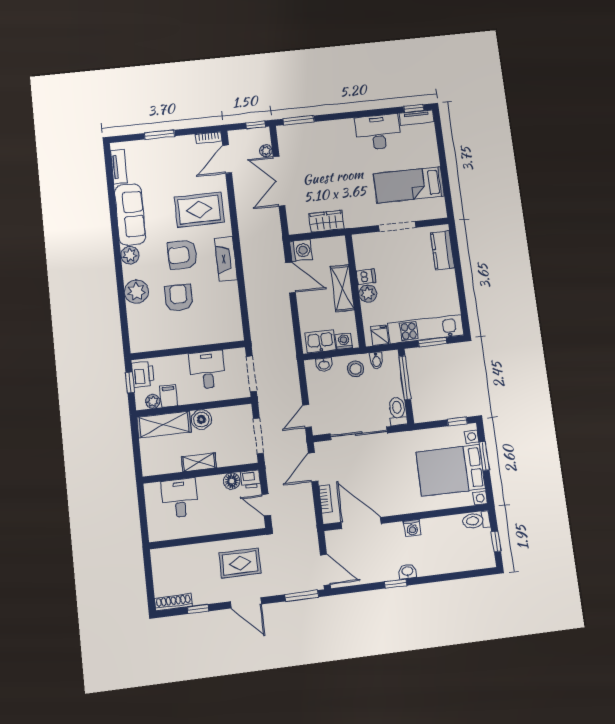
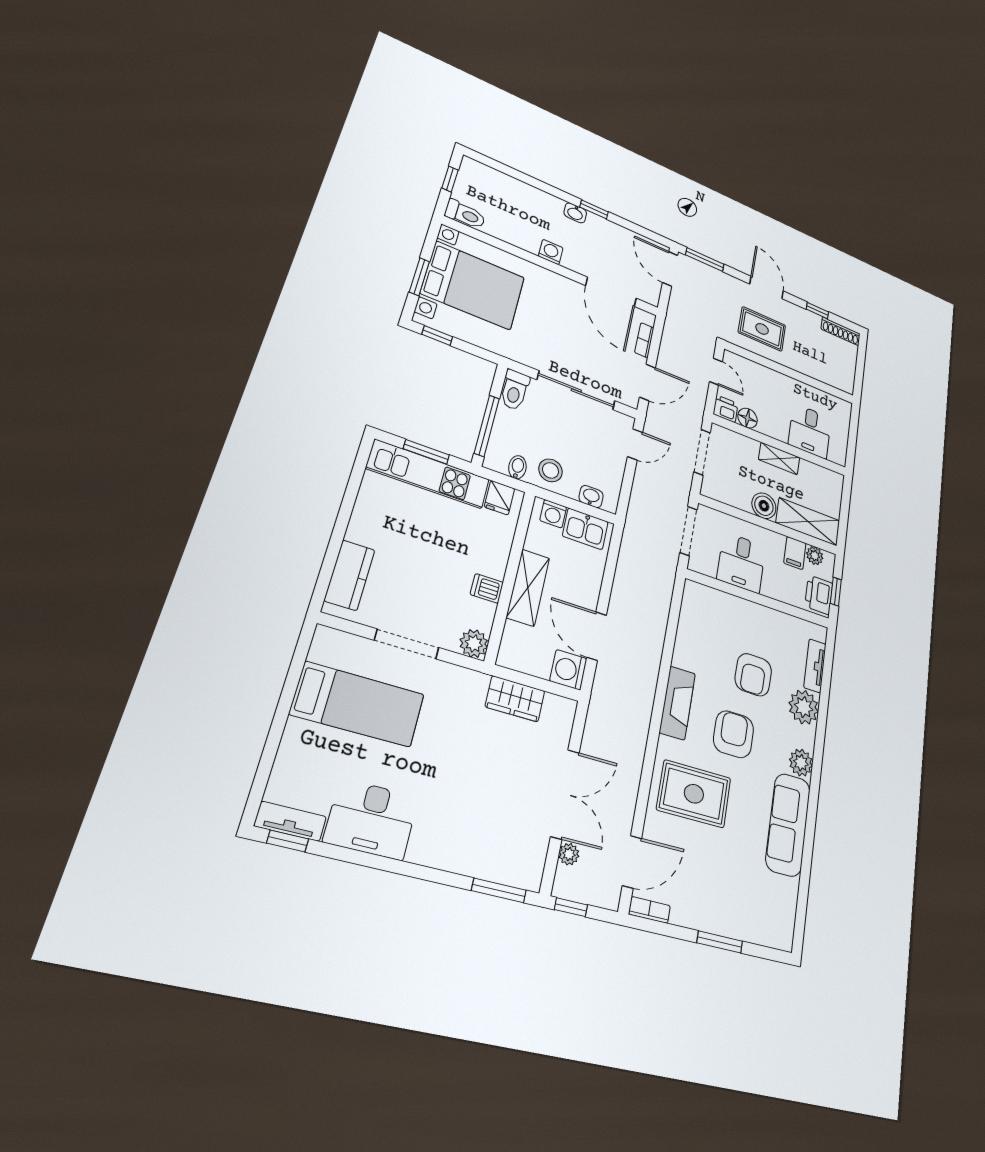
tv unit: (119, 167) -> (815, 666), moved
armchair: (182, 255) -> (734, 734), turned -90
plant: (368, 294) -> (474, 643), moved

